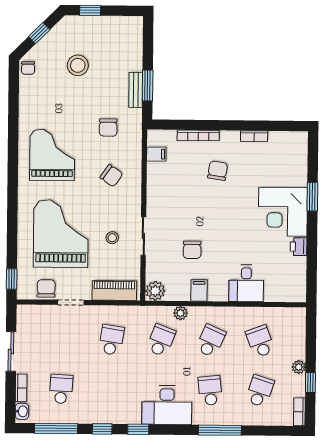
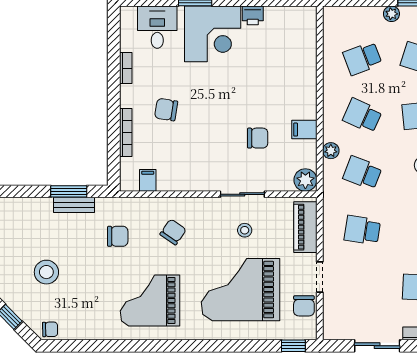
desk: (246, 283) -> (157, 27), moved, turned -90
chair: (46, 288) -> (304, 306), turned -90

